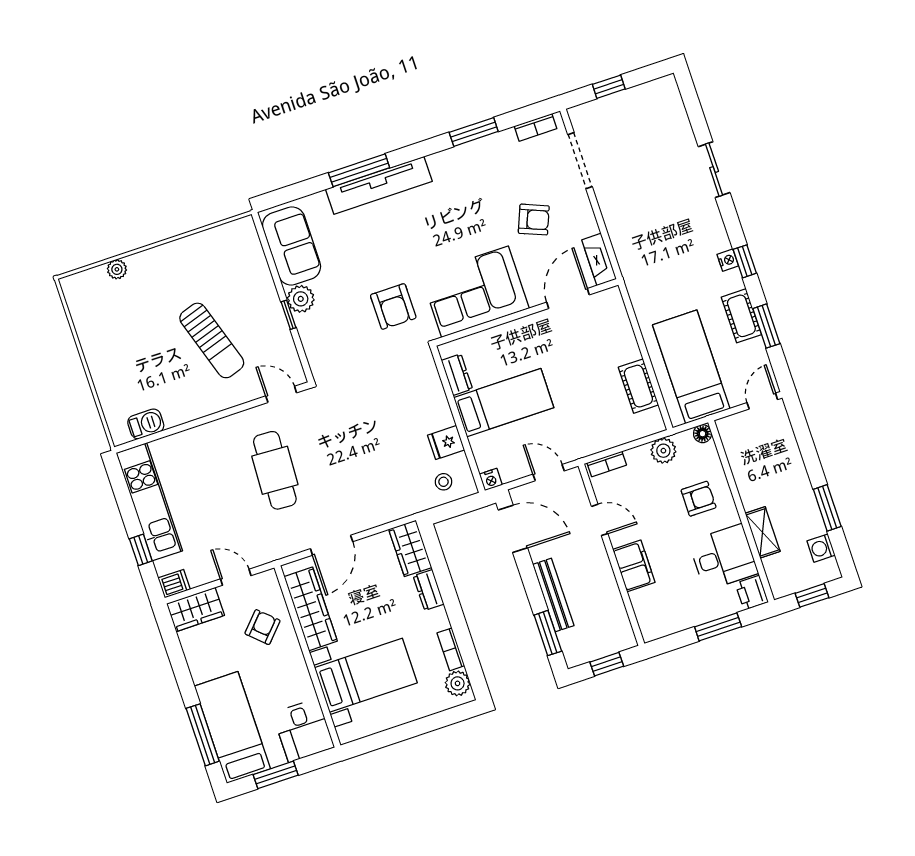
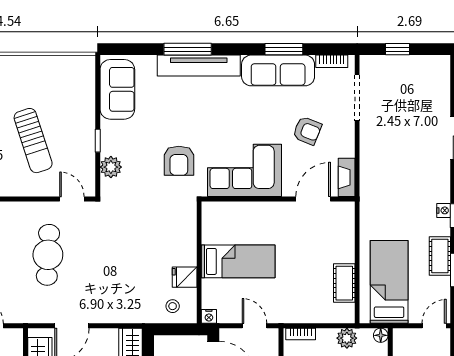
sofa: (475, 160) -> (278, 70), added
plant: (301, 299) -> (111, 167), moved
dresser: (457, 375) -> (210, 229), removed

